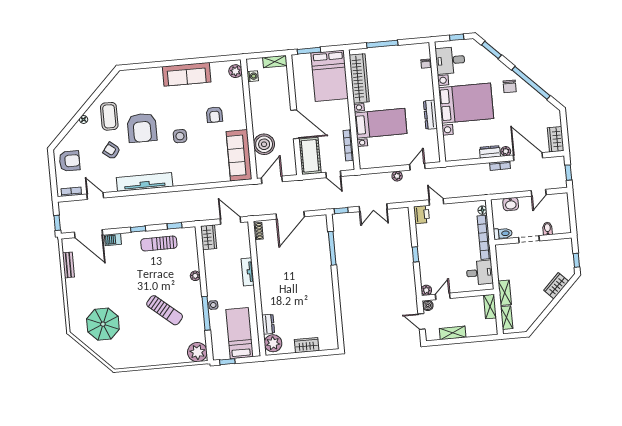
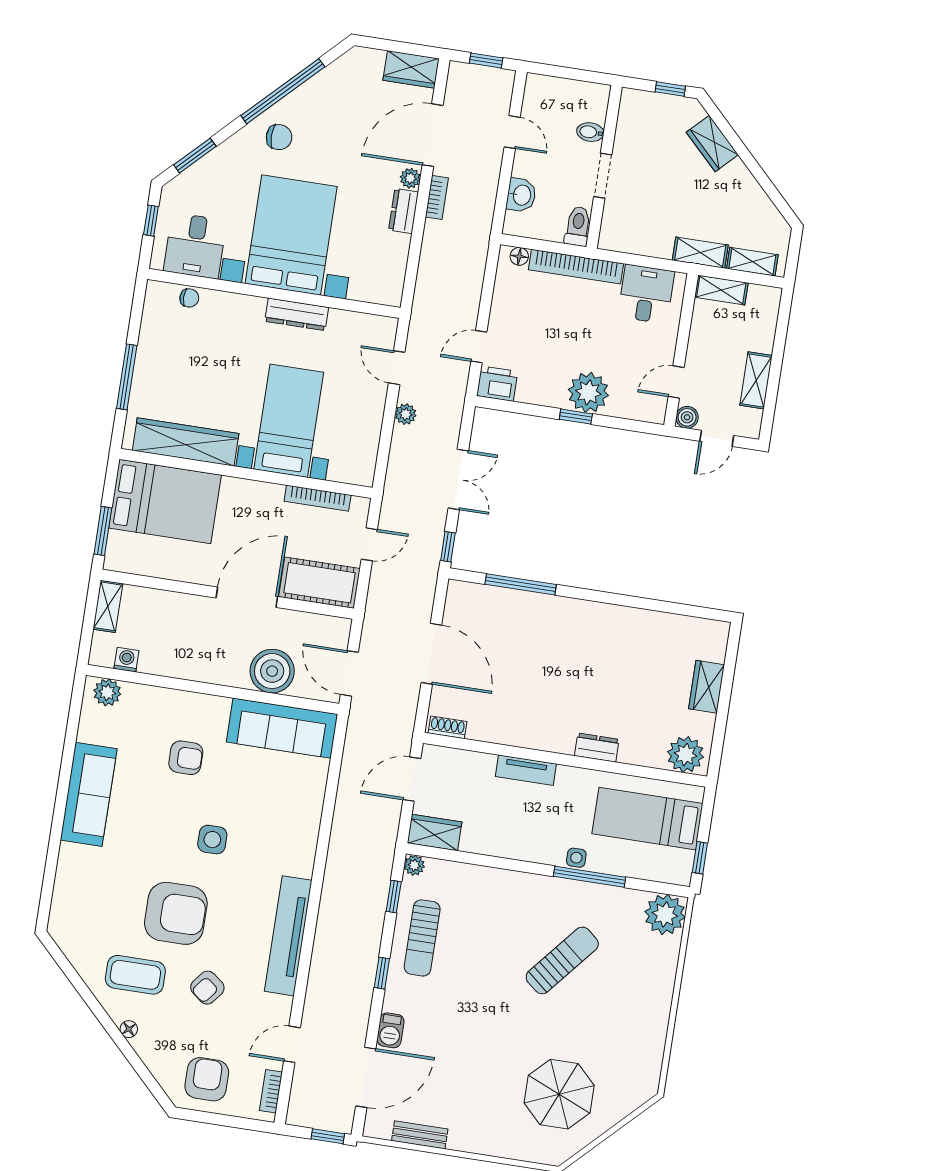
plant: (195, 276) -> (414, 865), moved
plant: (426, 290) -> (588, 392), moved, width x1.88, depth x1.88
door: (443, 296) -> (676, 382), hinge flipped
dresser: (268, 324) -> (597, 748), moved

